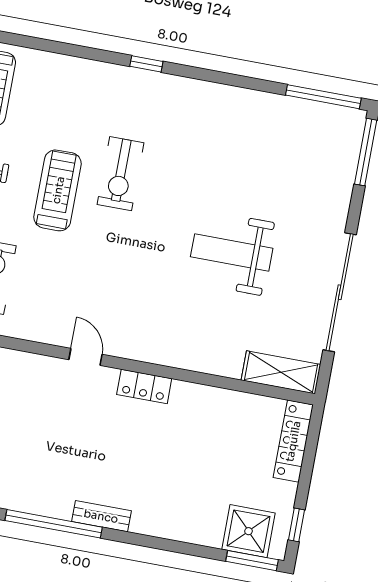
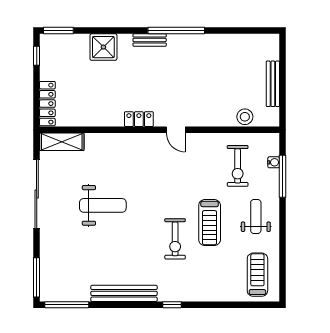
bench: (224, 98) -> (124, 293), added
exercise bike: (121, 174) -> (175, 239), turned 180
shower: (249, 531) -> (103, 47), moved

